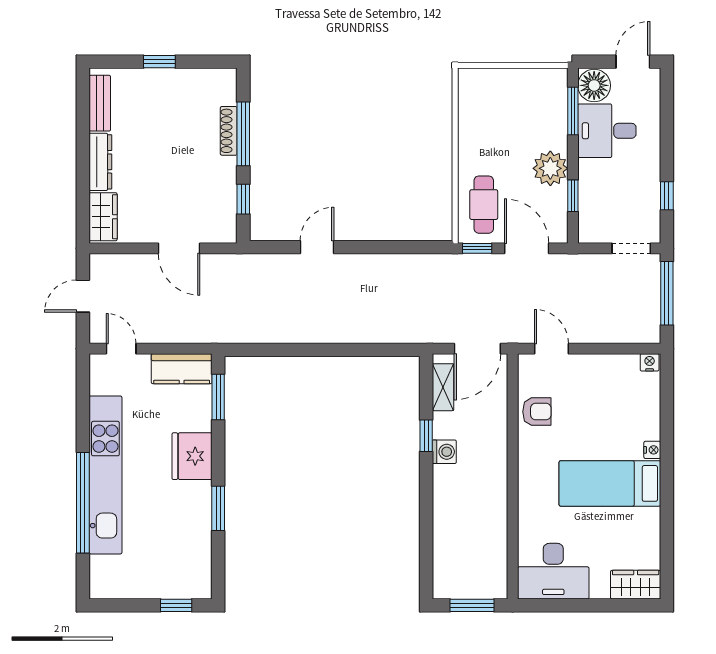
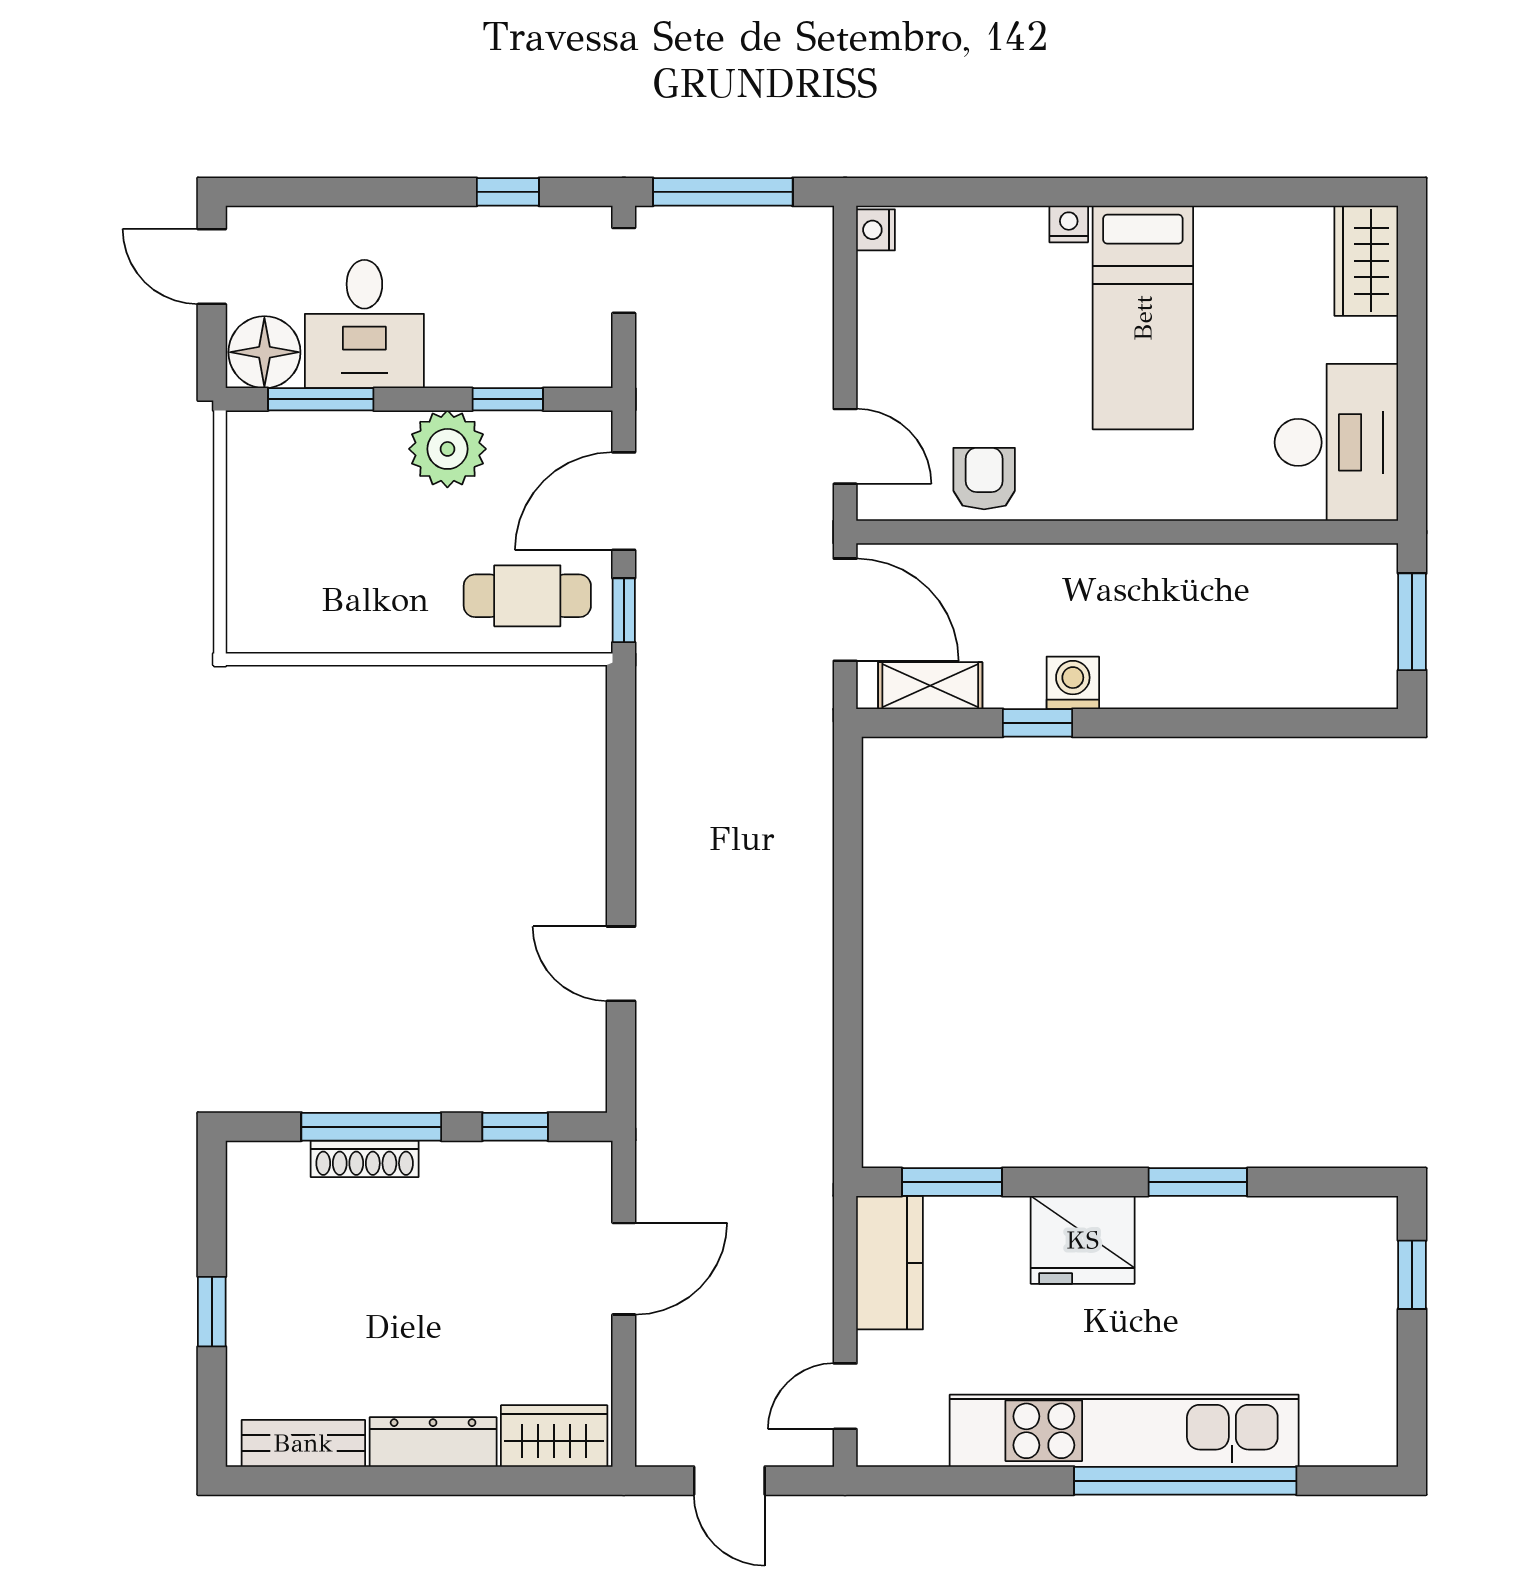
door: (551, 349) -> (845, 446), swing flipped

